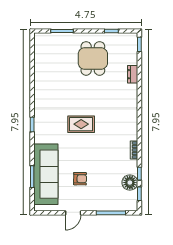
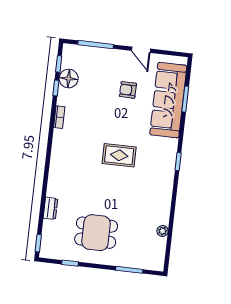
dining table: (93, 58) -> (96, 233), turned 90
plant: (38, 66) -> (163, 231), added
door: (73, 213) -> (141, 50), swing flipped

